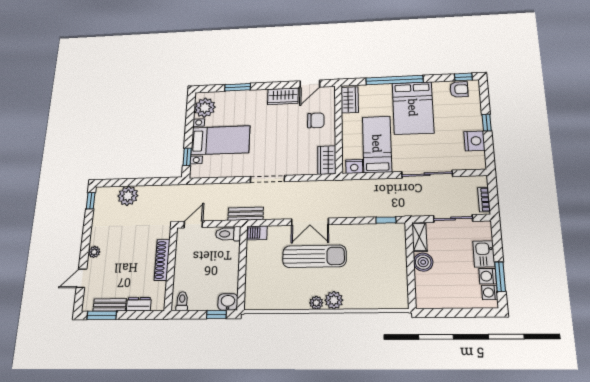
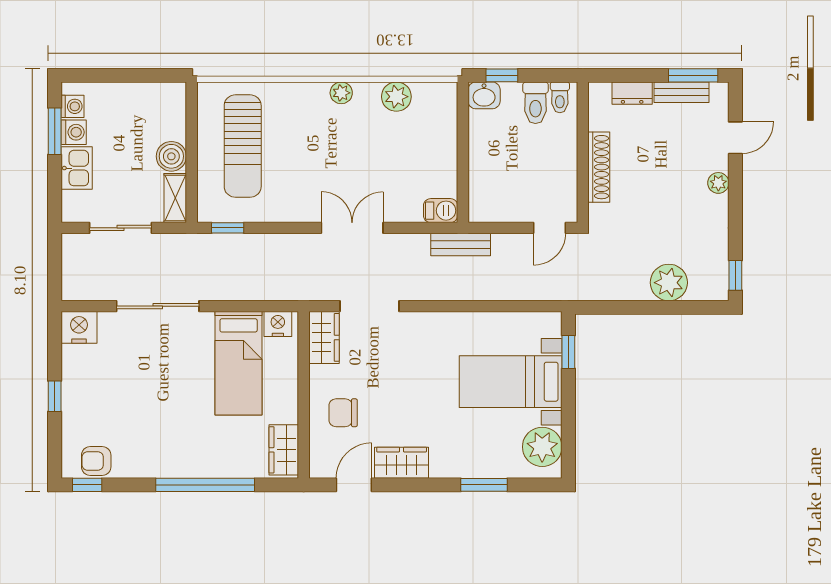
bed: (413, 108) -> (176, 429), removed
nightstand: (474, 141) -> (79, 327), moved, turned 90
doorway: (267, 179) -> (369, 306), moved
bookcase: (484, 200) -> (70, 259), removed
toilet: (228, 234) -> (535, 103), moved, turned 90
sun lounger: (314, 256) -> (243, 146), moved, turned -90
plant: (334, 300) -> (396, 97), moved

